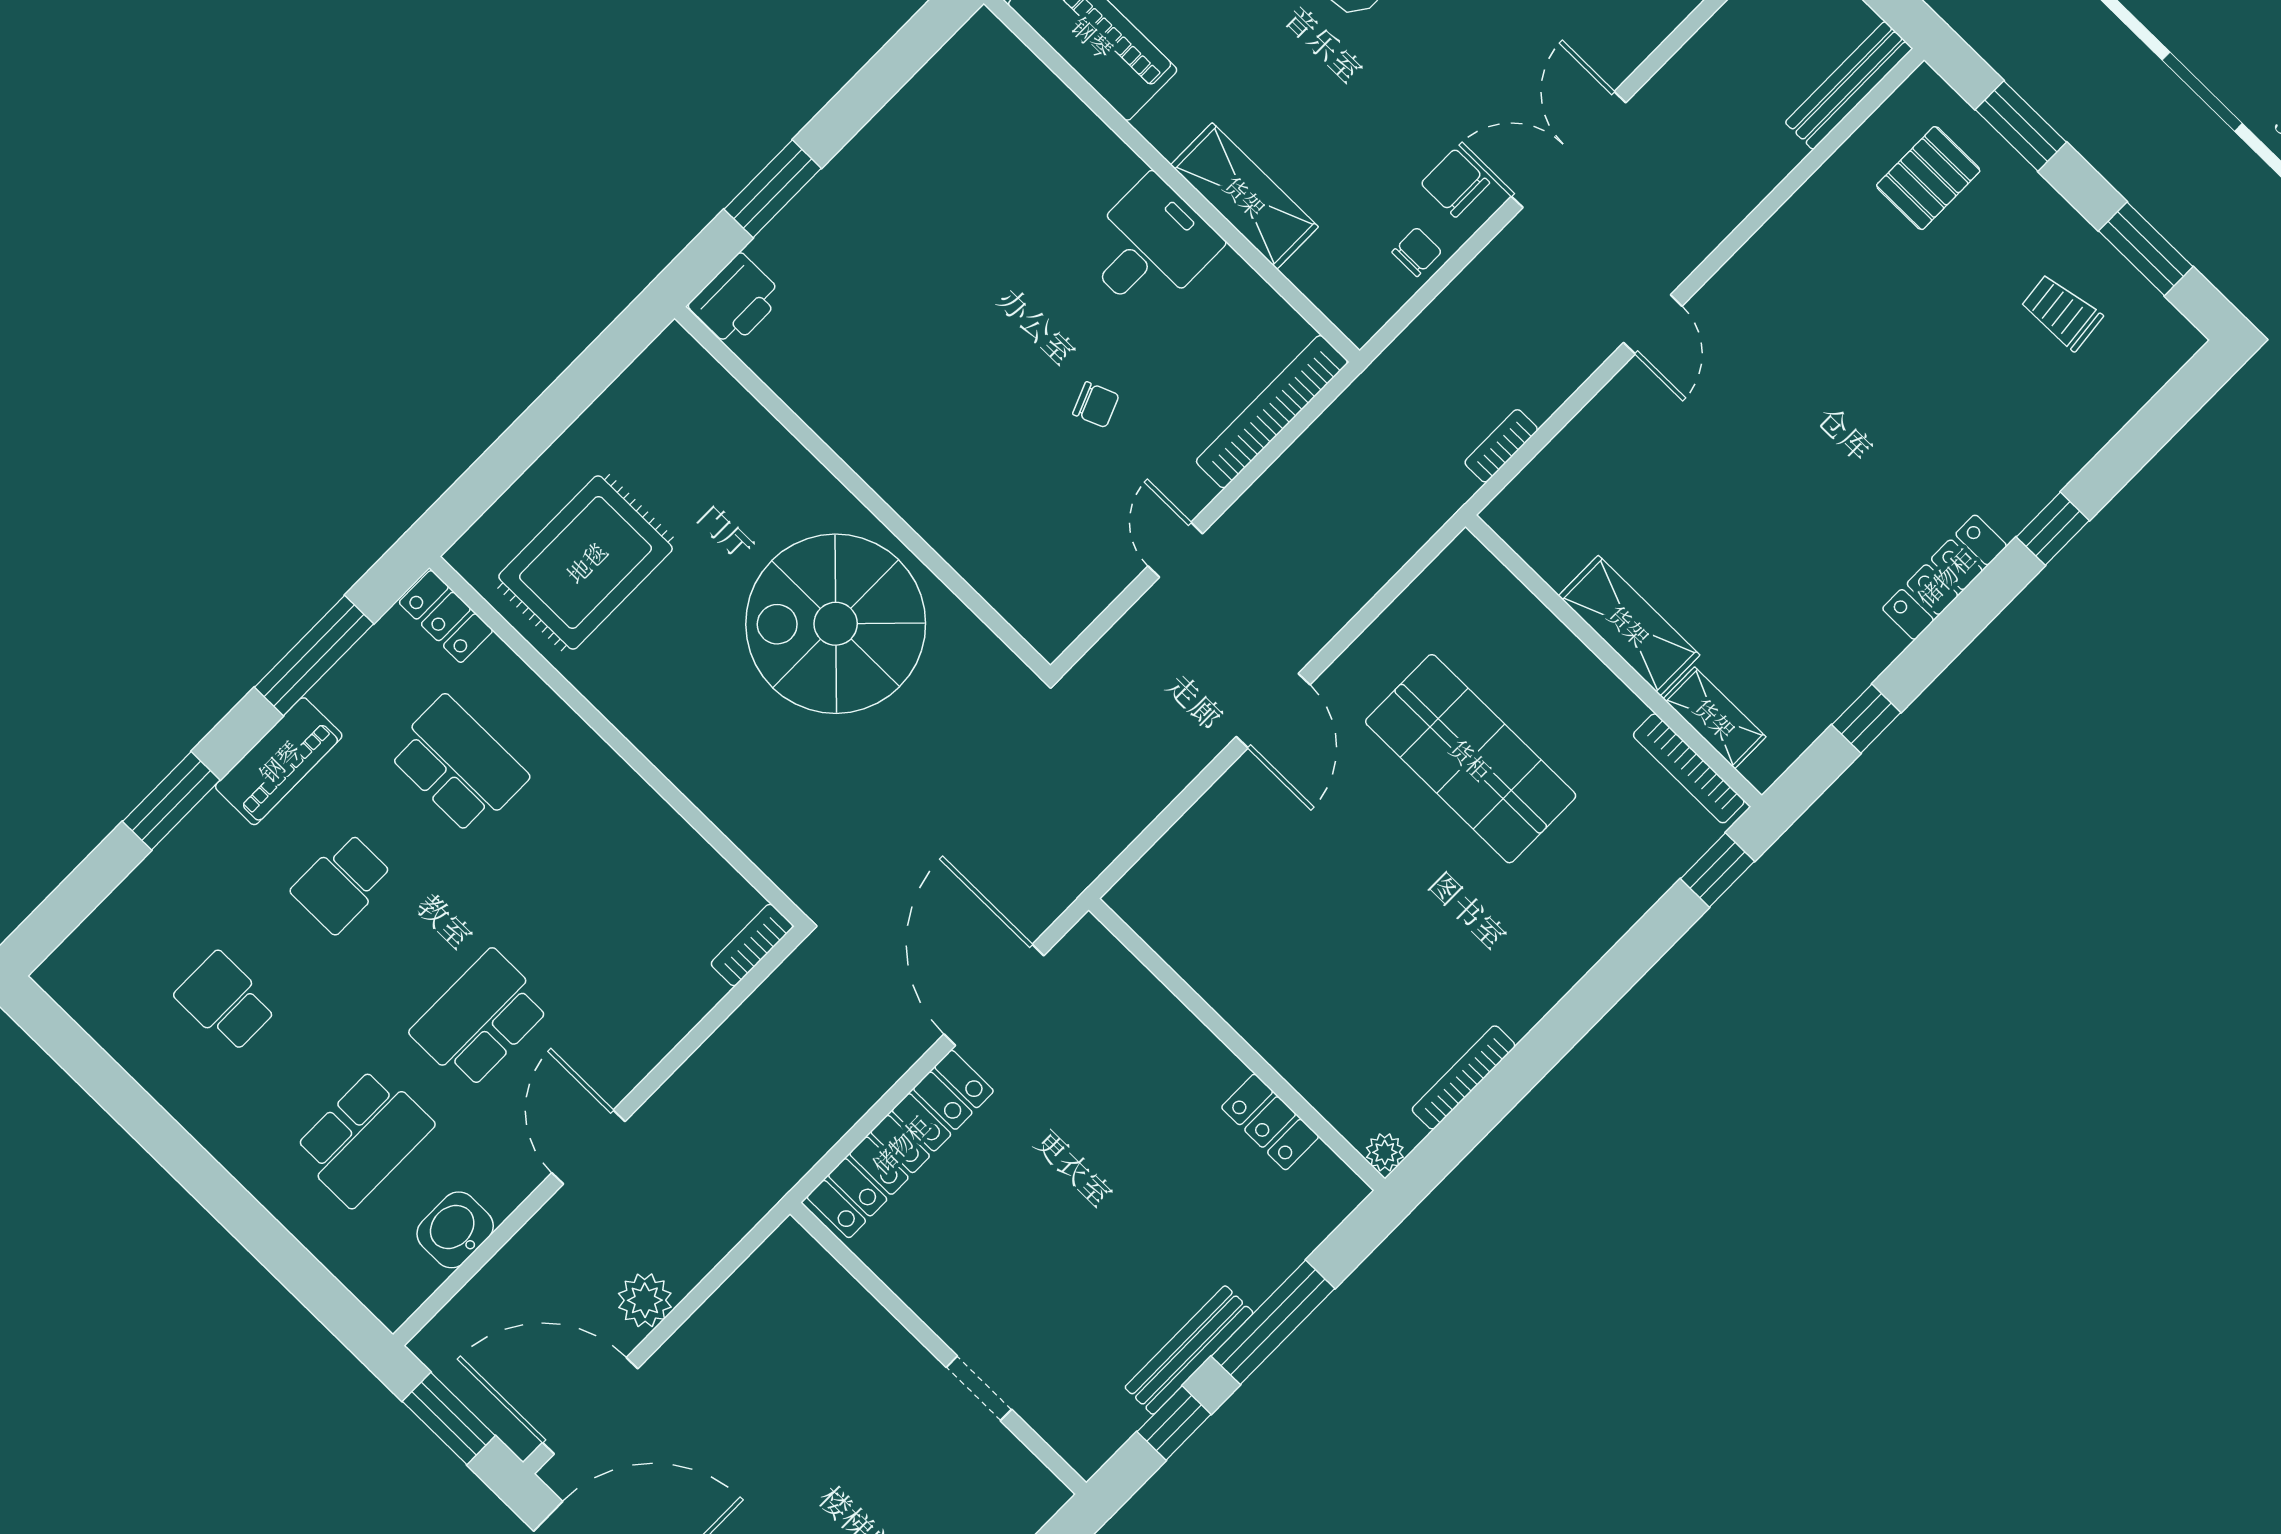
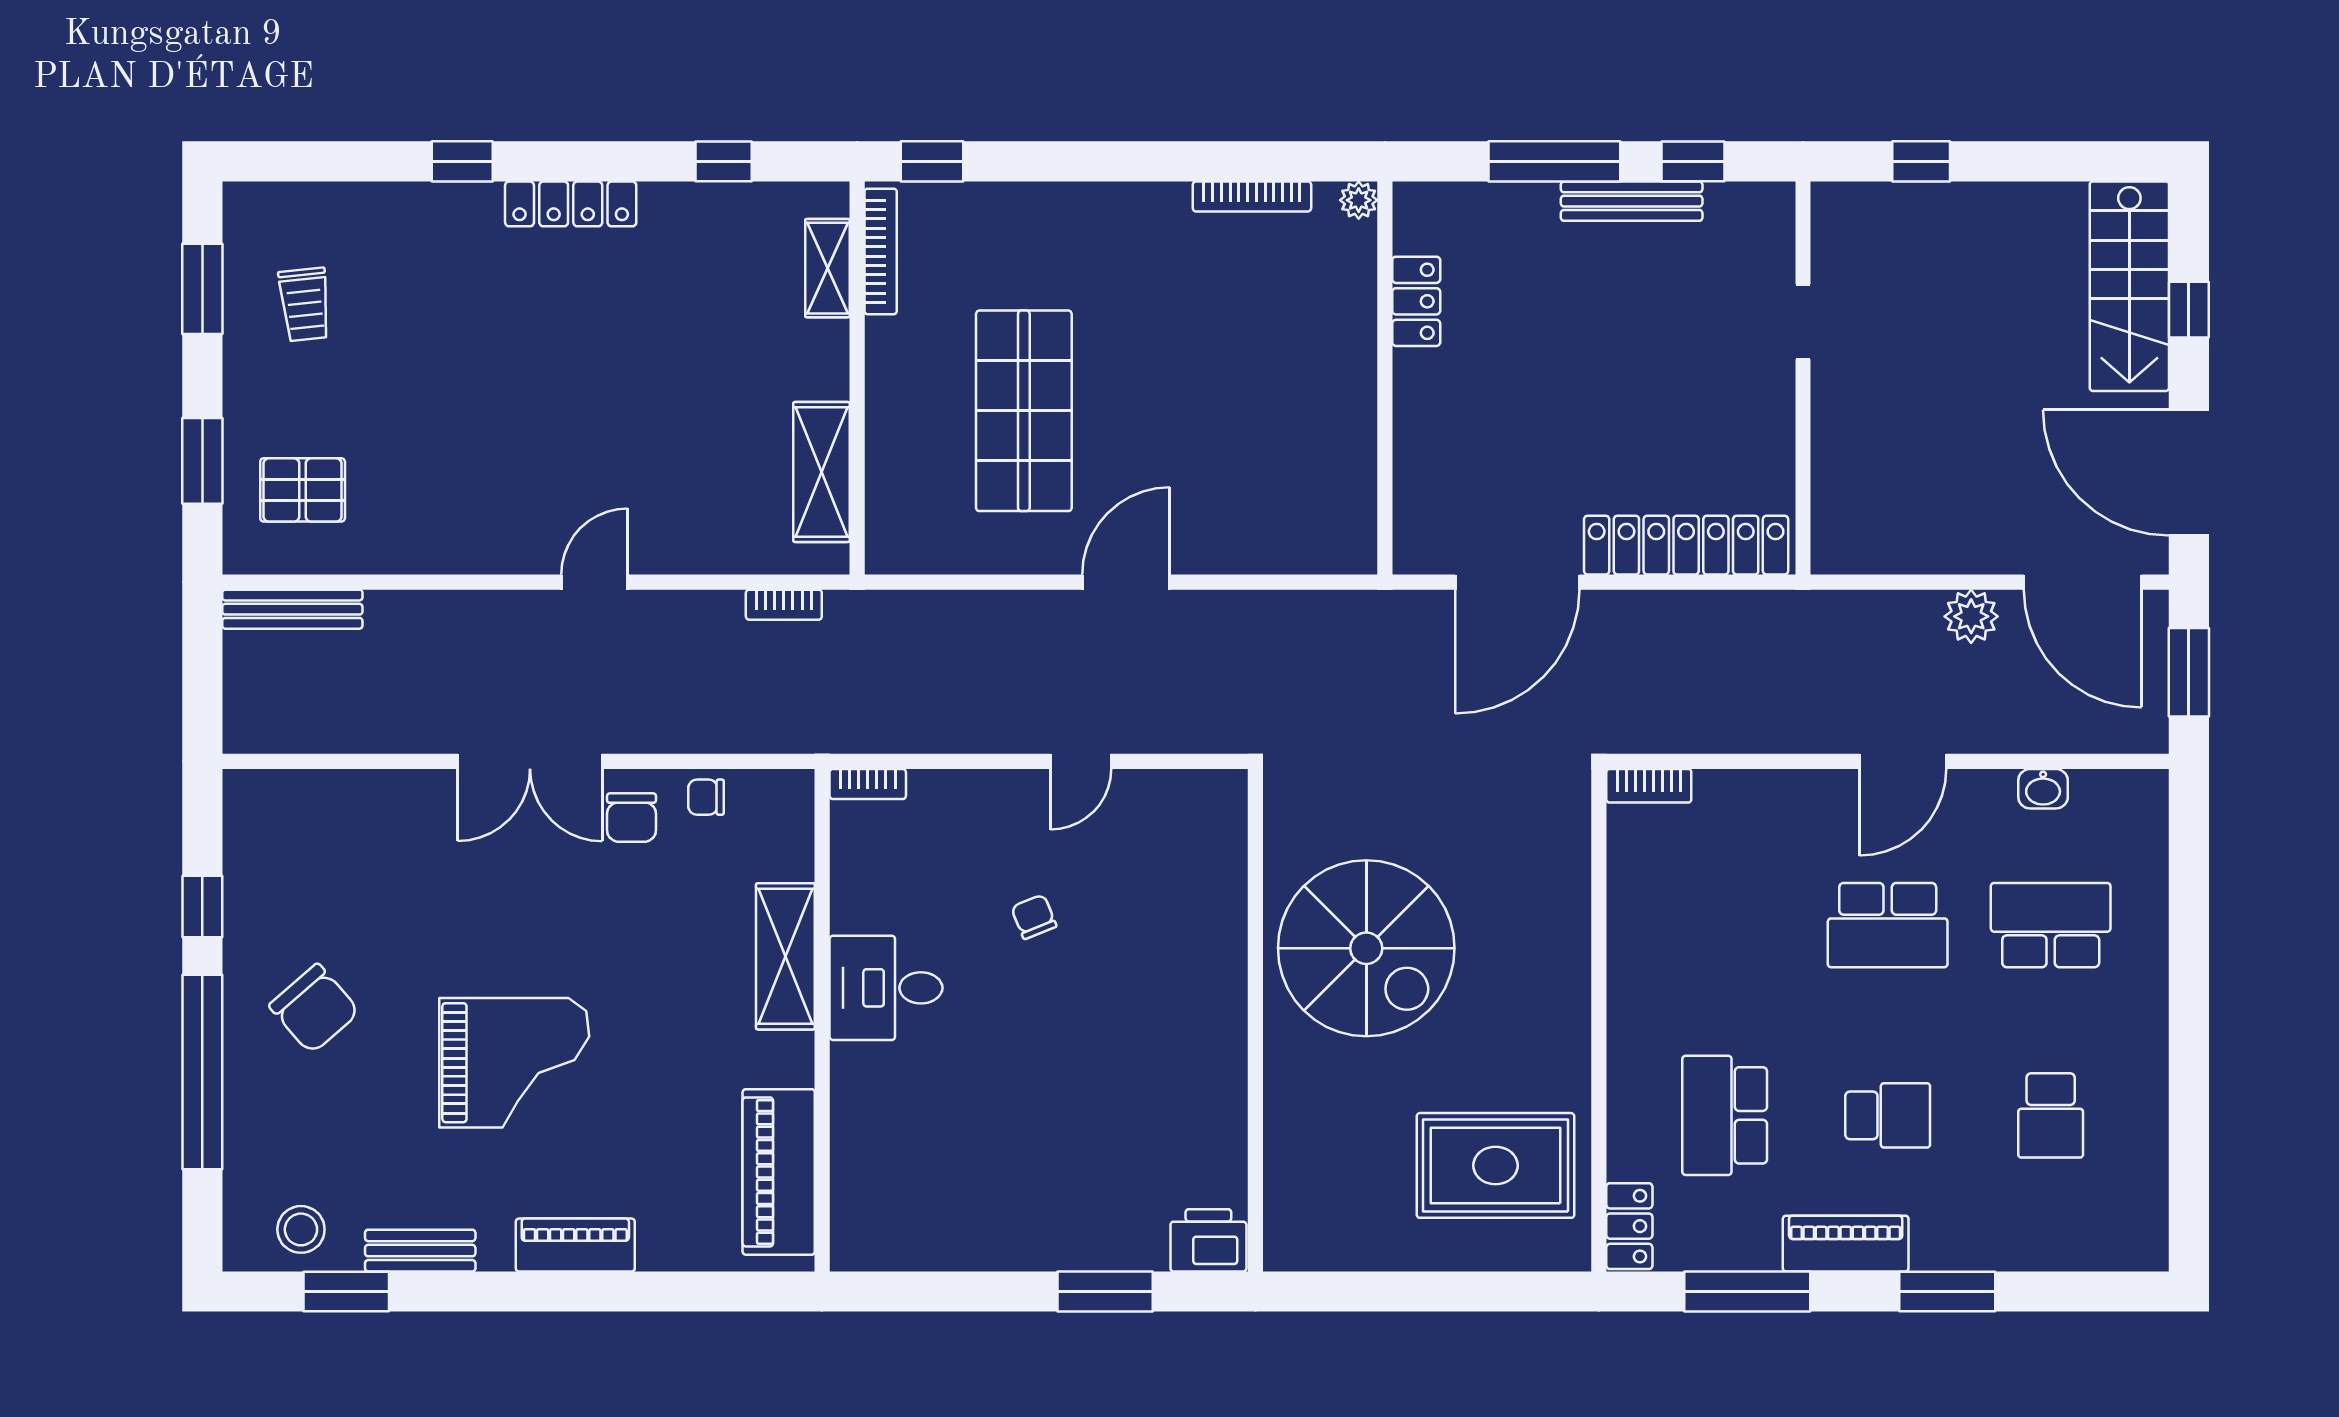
bookcase: (1272, 412) -> (868, 784), width x0.43, depth x0.76
shelving: (1629, 625) -> (822, 472), moved
washbasin: (455, 1230) -> (2043, 789), width x0.72, depth x0.69

